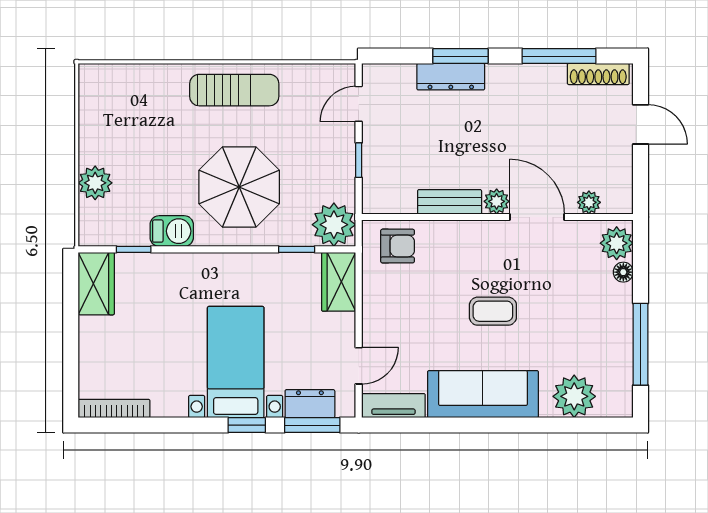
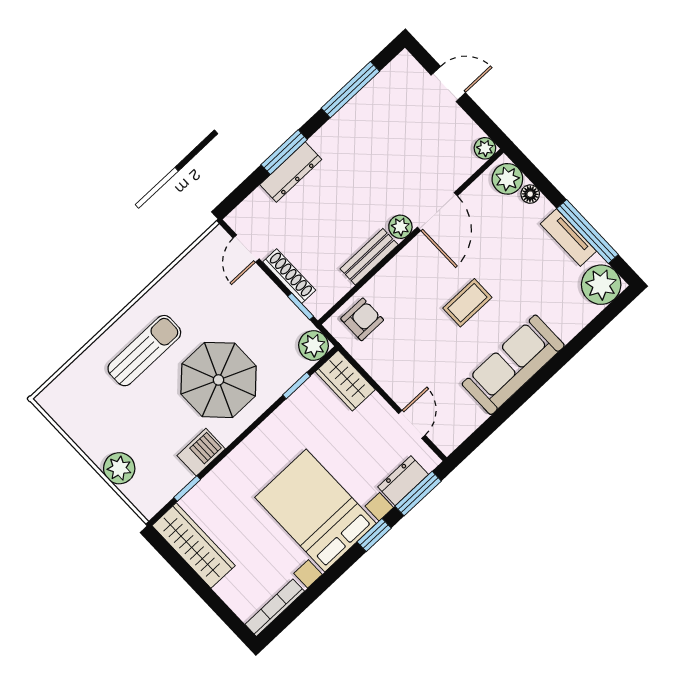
shoe rack: (598, 74) -> (289, 276), moved, turned -90
sun lounger: (234, 90) -> (144, 351), moved
window: (359, 160) -> (301, 306), moved
plant: (589, 202) -> (485, 148), moved
door: (537, 217) -> (437, 212), swing flipped
plant: (334, 225) -> (313, 345), width x0.73, depth x0.73
wardrobe: (96, 284) -> (194, 546), width x1.50
bed with nightstands: (236, 362) -> (315, 510), width x1.36
plant: (574, 396) -> (601, 285), moved
tv unit: (393, 406) -> (568, 238), moved, turned -90

